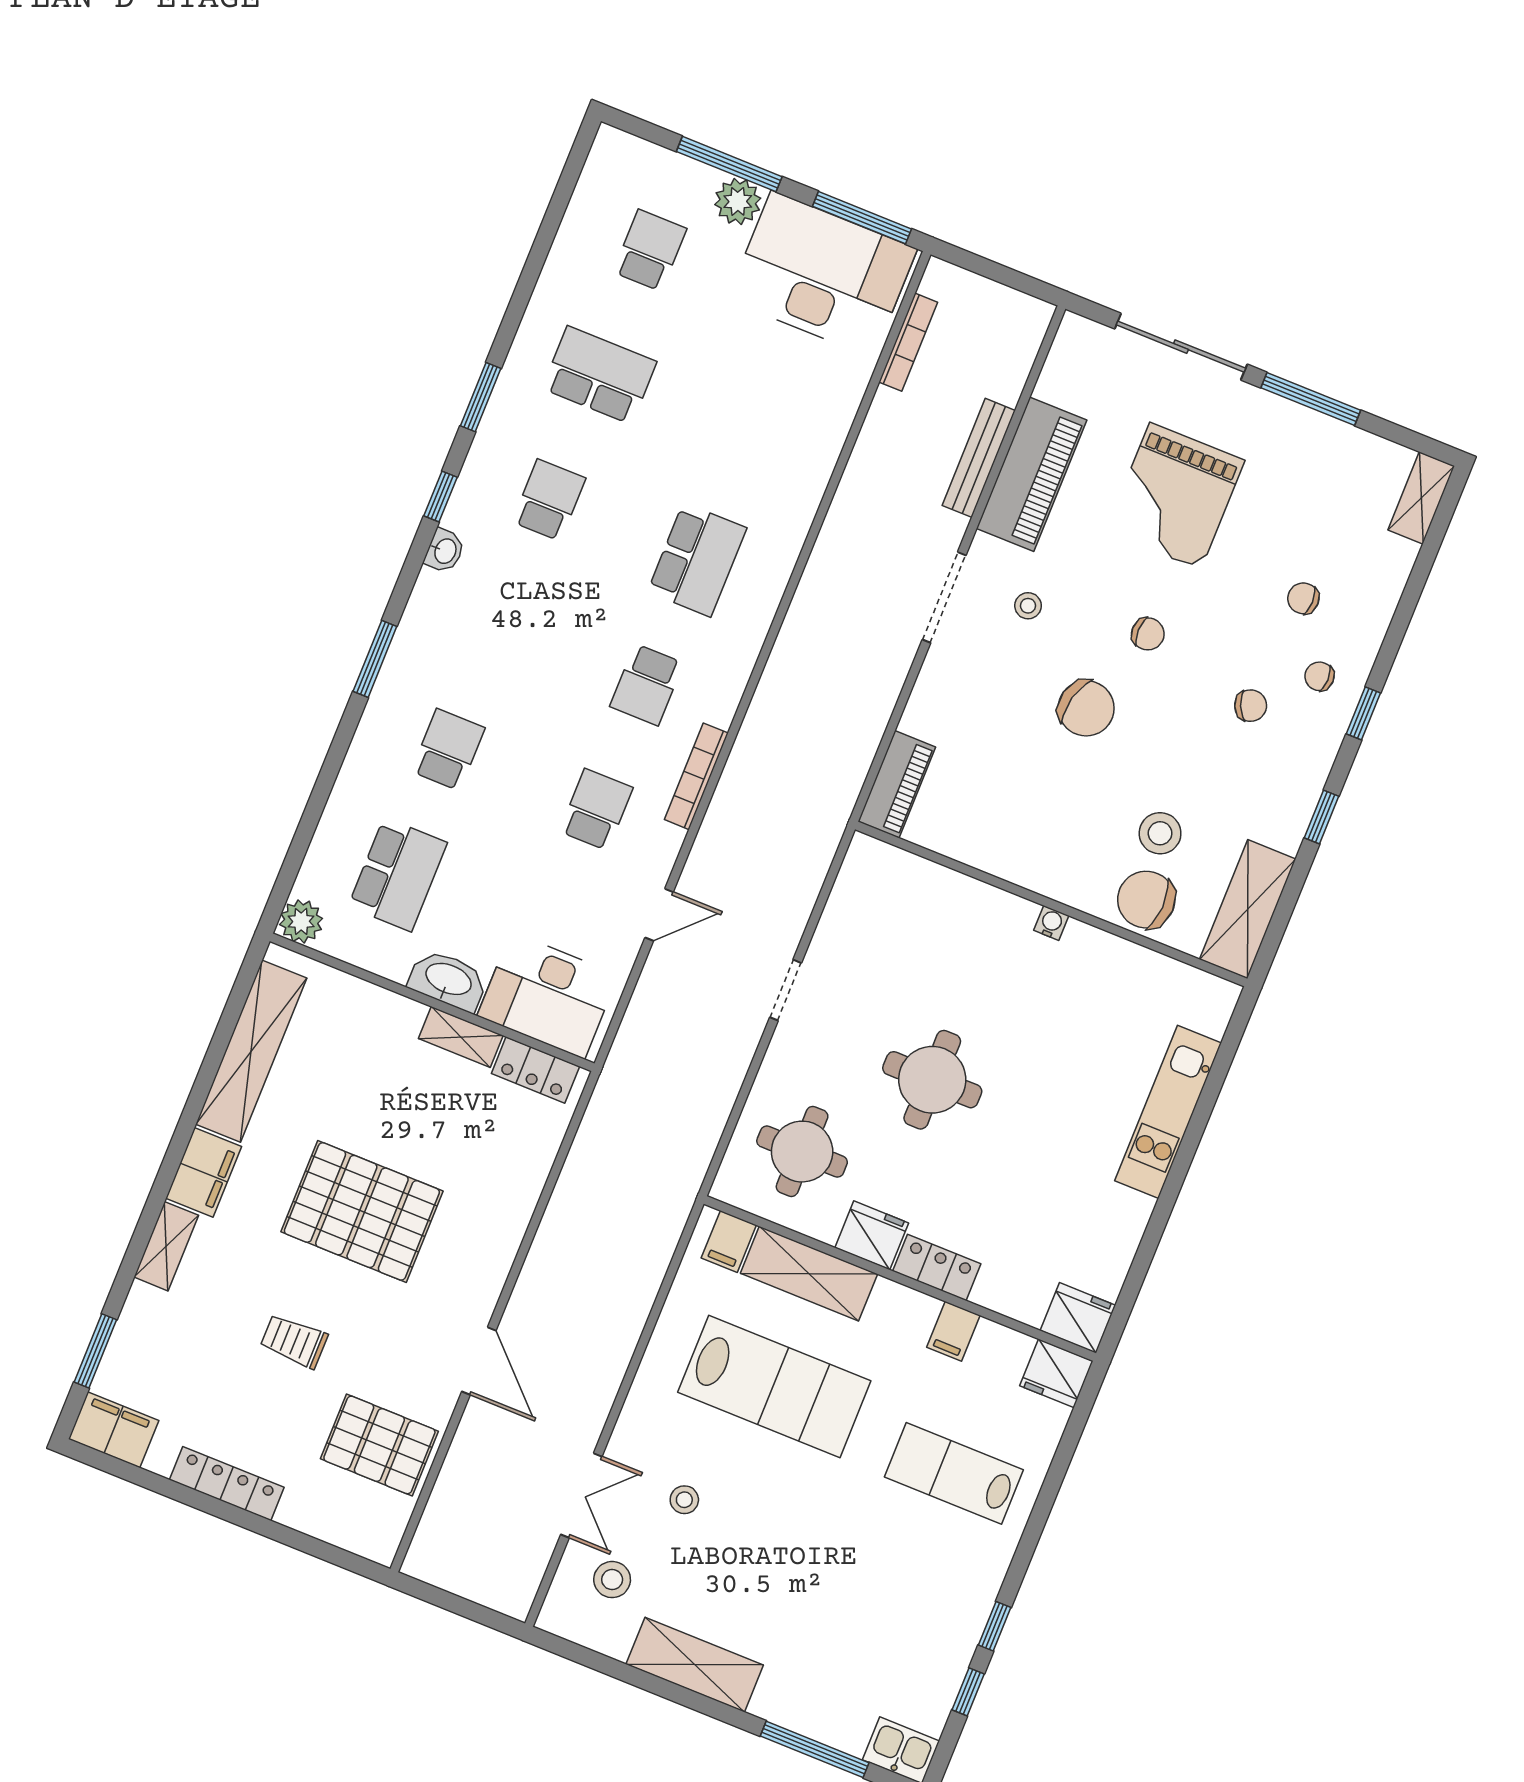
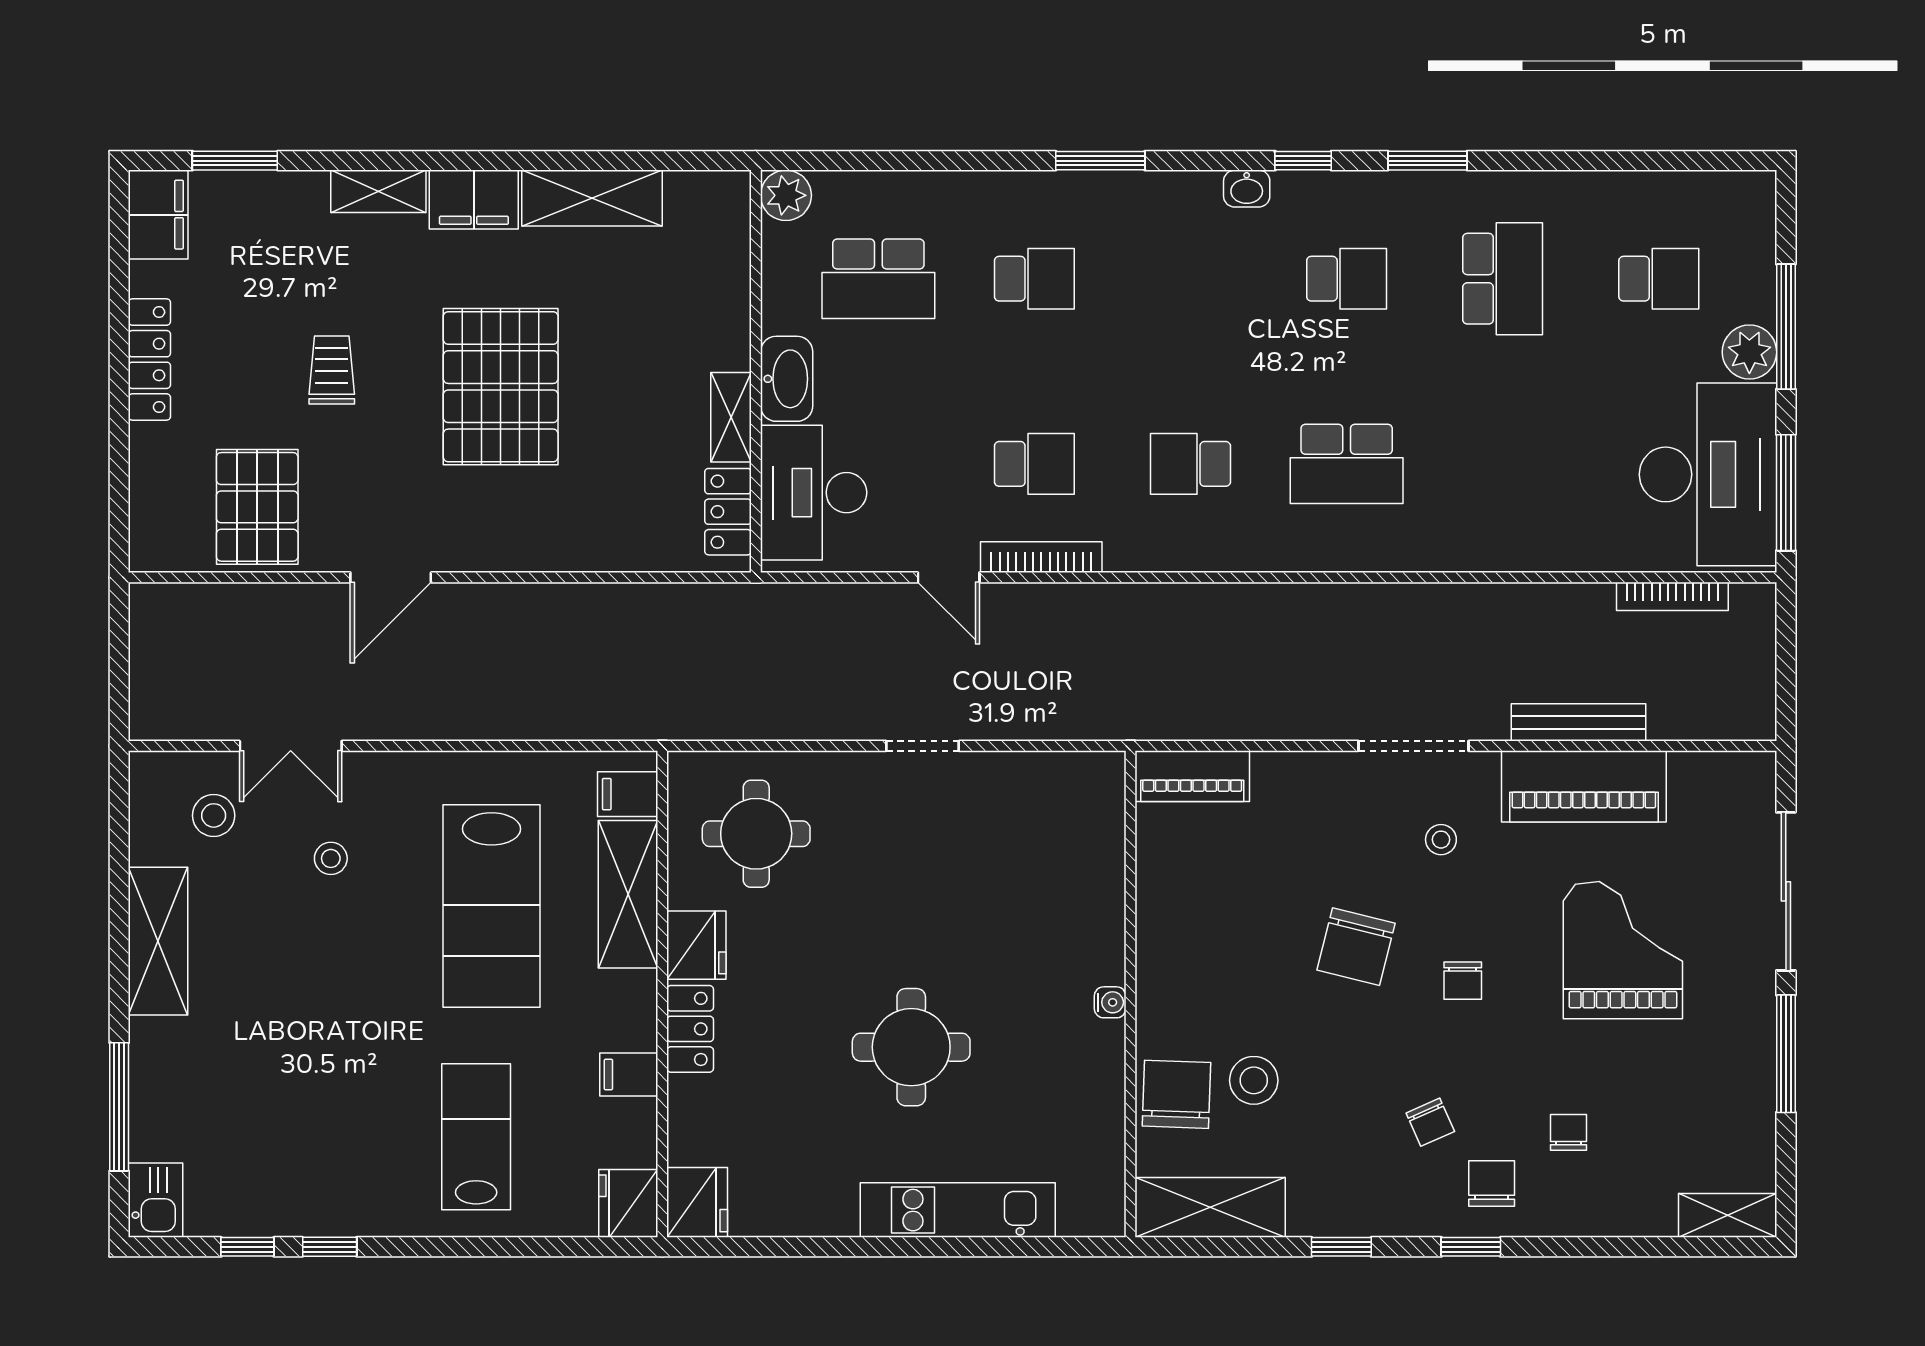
grand piano: (1175, 496) -> (1623, 950), turned 90
chair: (1319, 676) -> (1492, 1184), width x1.37, depth x1.37
bookcase: (696, 776) -> (1041, 557), moved
shelving: (251, 1051) -> (592, 198), width x0.68
round table: (932, 1080) -> (911, 1047), moved

